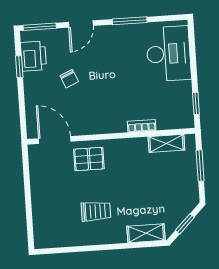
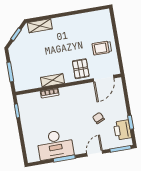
desk: (169, 54) -> (55, 145), moved, turned -90
door: (55, 140) -> (104, 78), hinge flipped
shelving: (166, 143) -> (52, 80), moved
pallet: (89, 159) -> (81, 69), turned 90
trolley: (96, 211) -> (102, 48), moved

